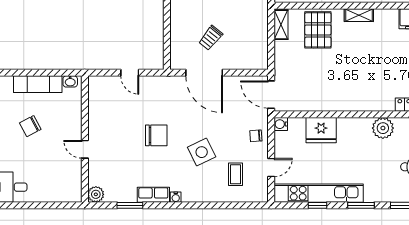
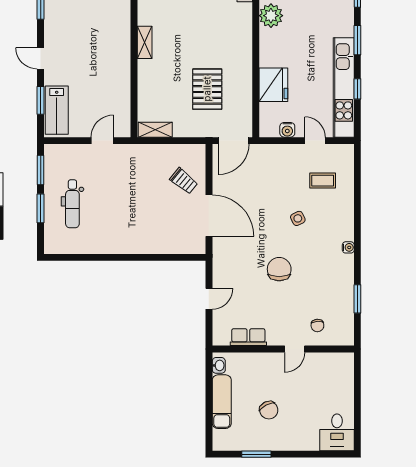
pallet: (318, 30) -> (207, 89), moved, turned 90
trolley: (211, 38) -> (184, 181), moved
door: (204, 73) -> (209, 216), hinge flipped
water cooler: (281, 124) -> (287, 130), moved
chair: (256, 136) -> (317, 326), moved
side table: (202, 152) -> (298, 218), width x0.54, depth x0.54
plant: (96, 194) -> (345, 337), removed
row of seats: (153, 195) -> (248, 337), moved, turned 90

